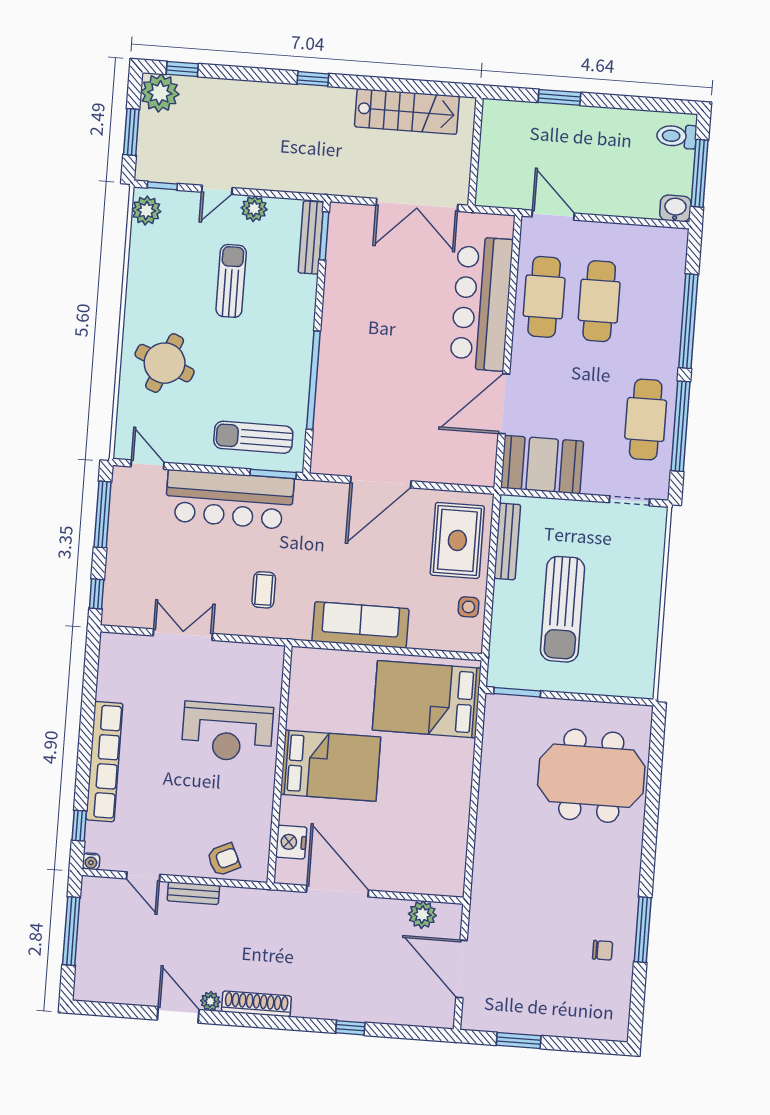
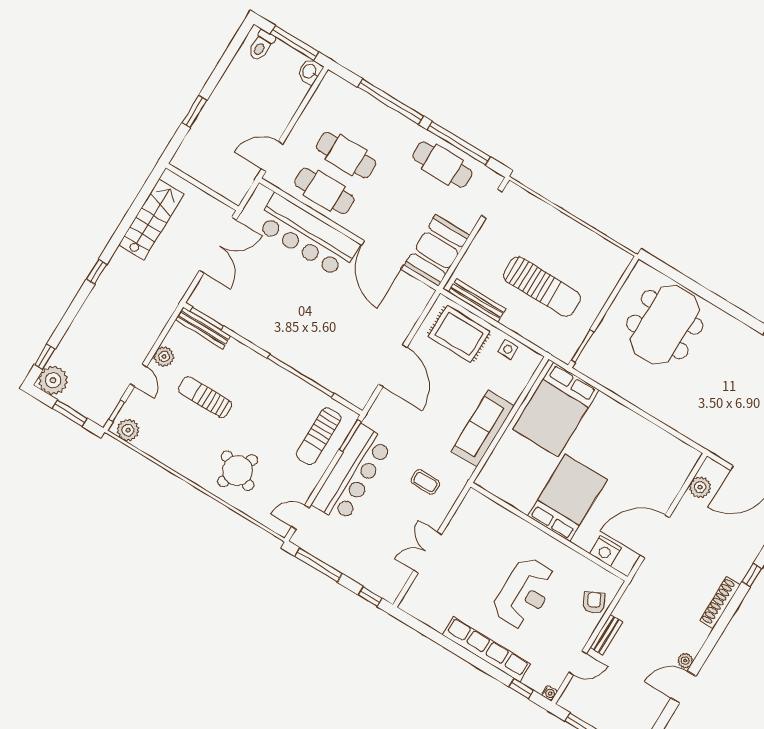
reception desk: (227, 732) -> (525, 593), moved
shoe rack: (256, 1004) -> (720, 603), moved

